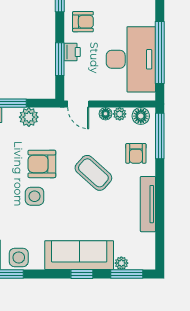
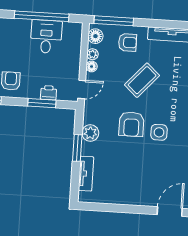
printer: (72, 52) -> (49, 93), moved
desk: (131, 59) -> (46, 37), width x0.53, depth x0.77

